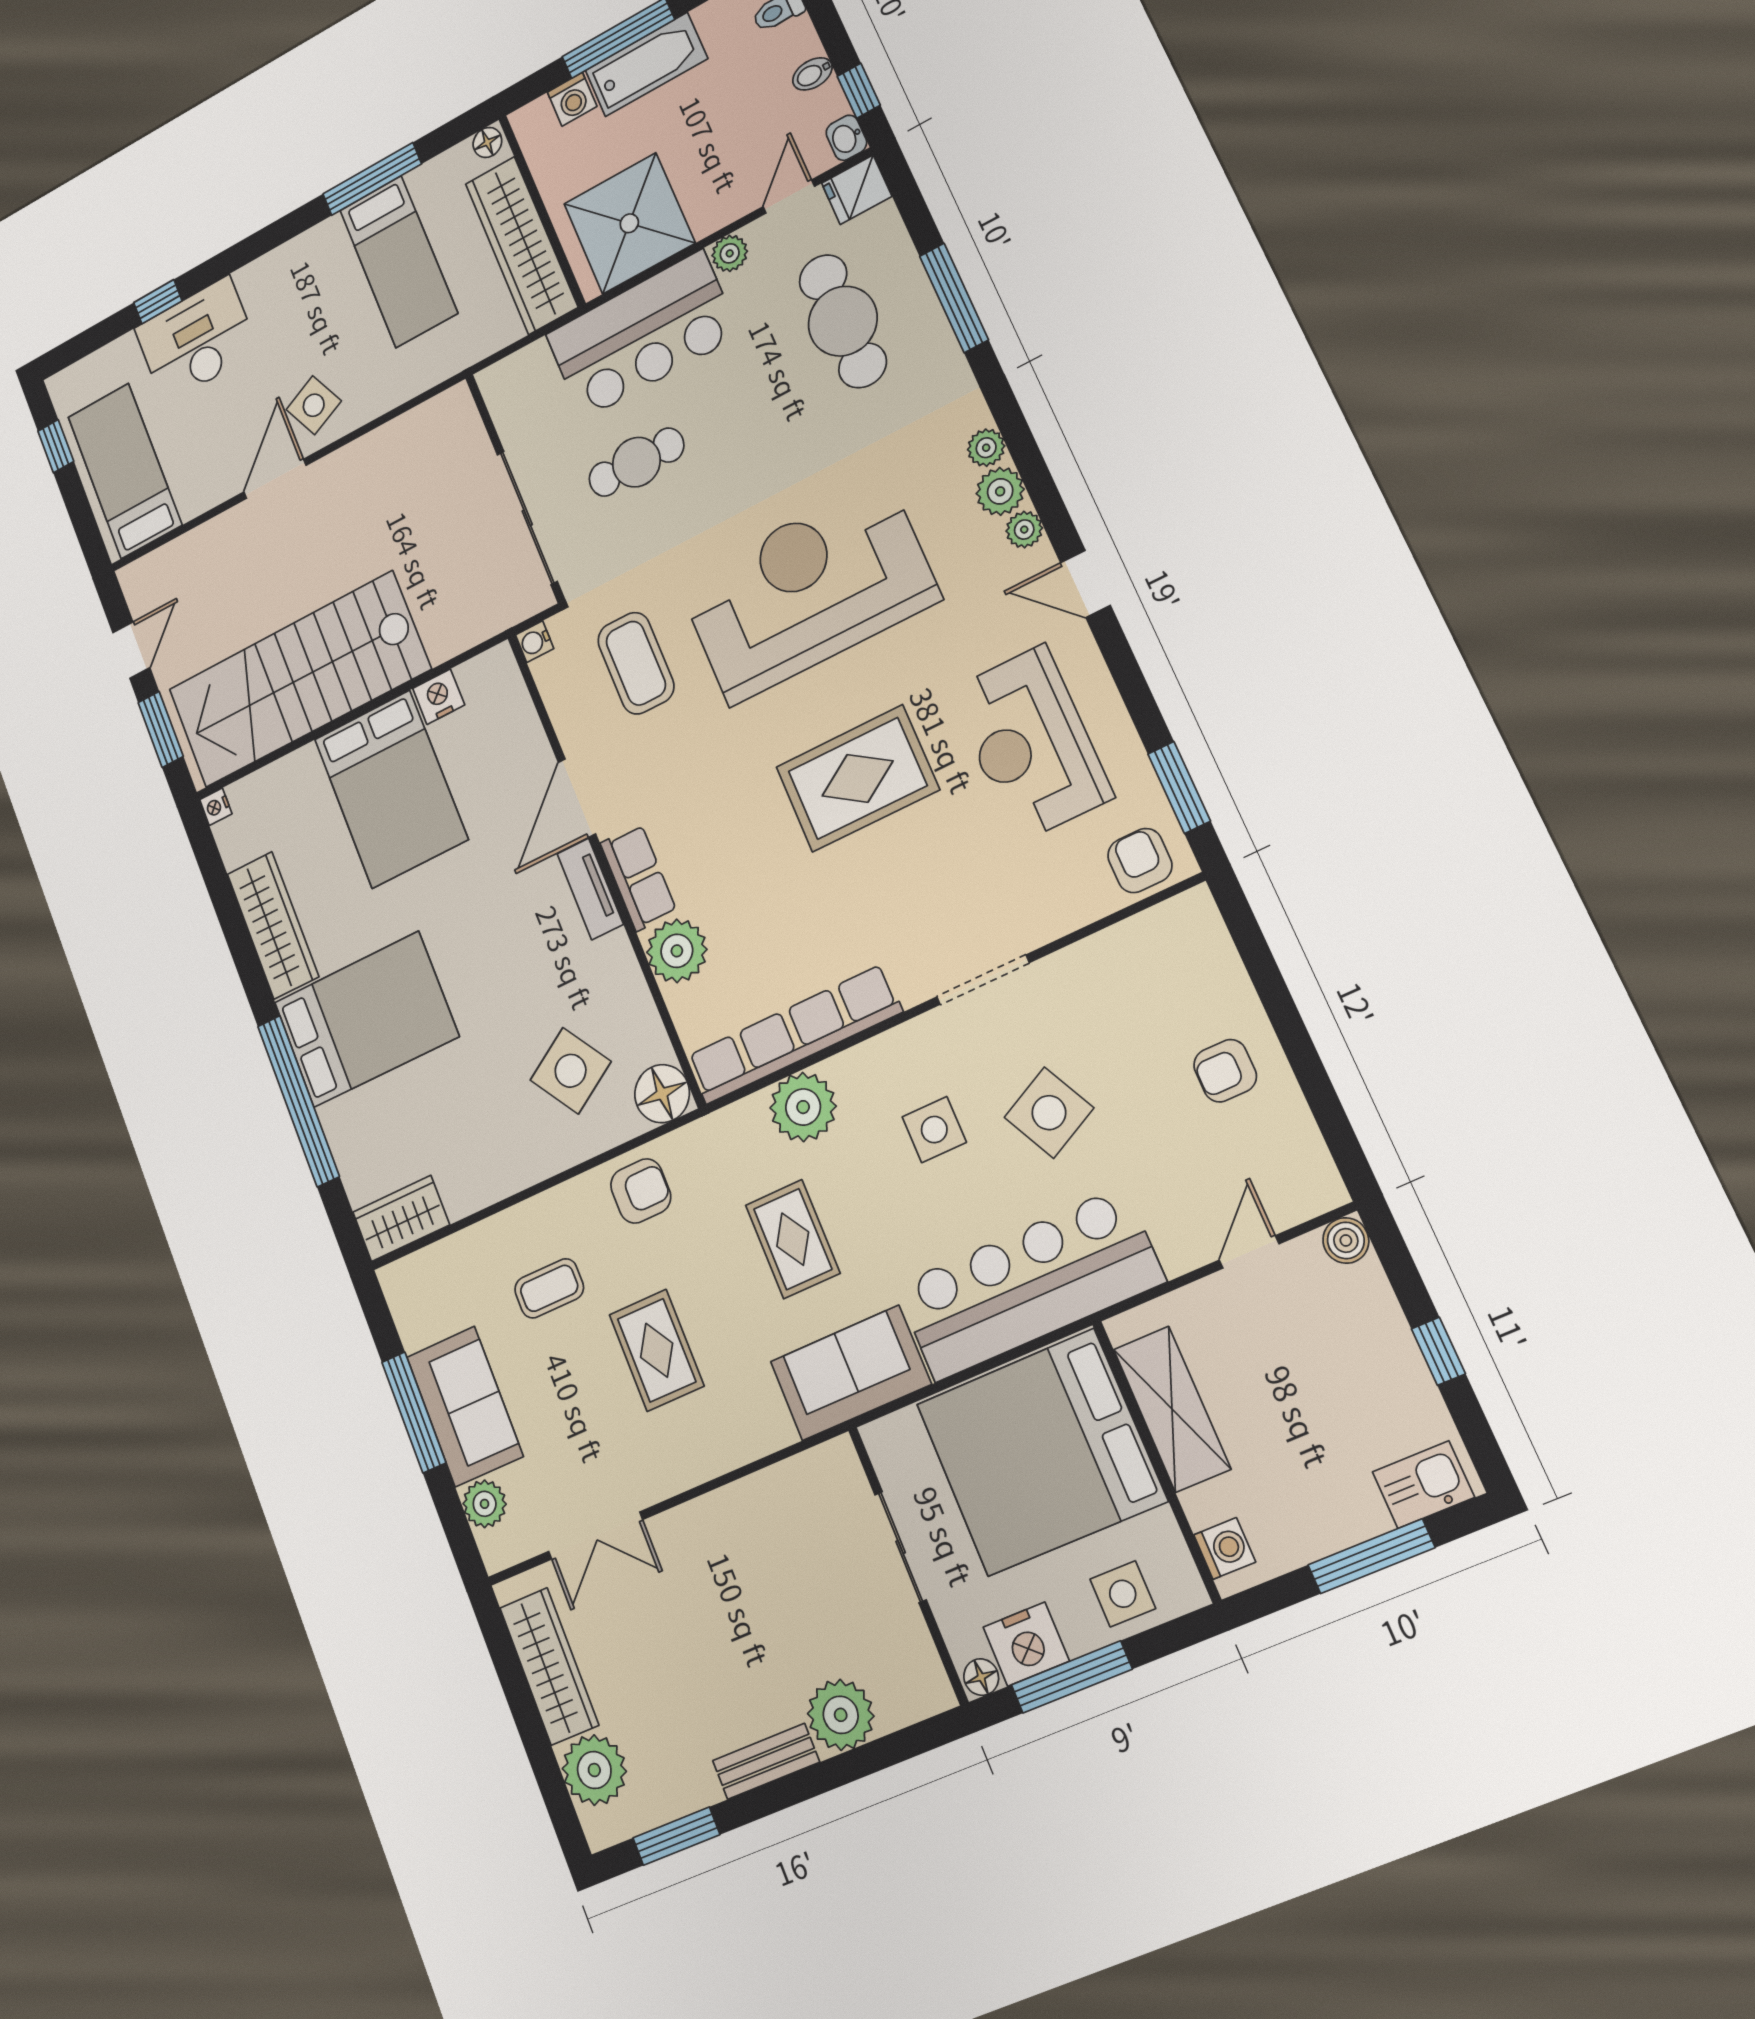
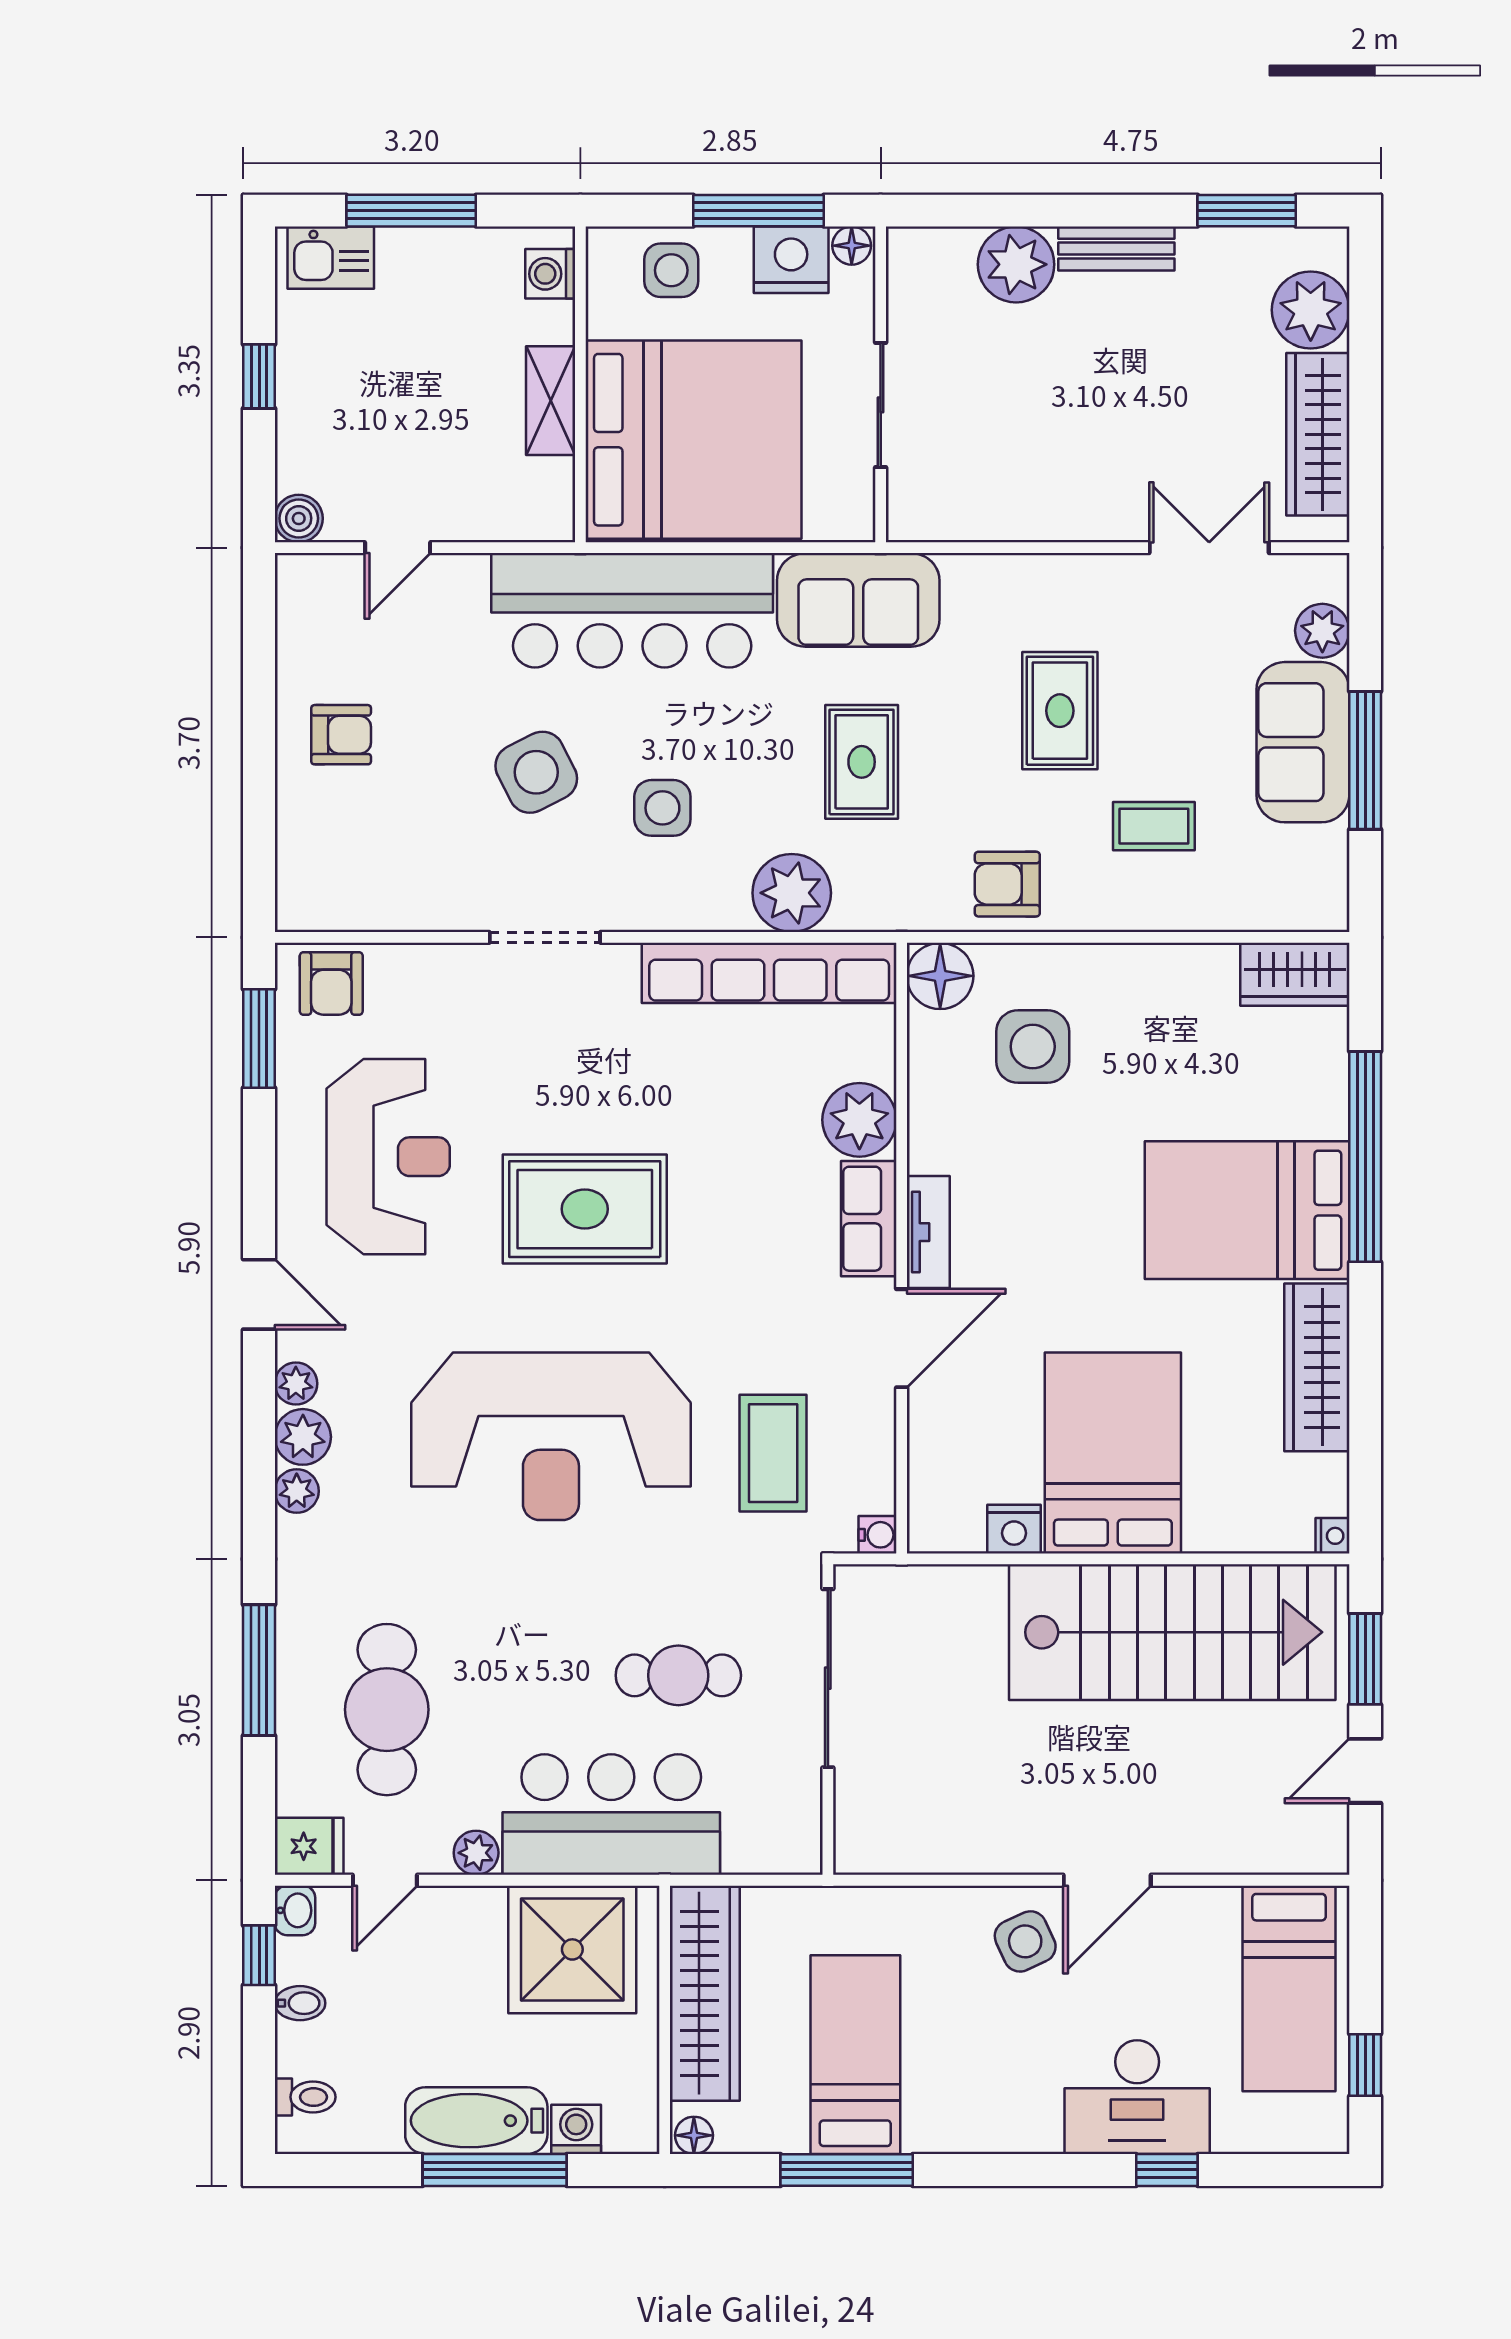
side table: (571, 1071) -> (1033, 1047), turned 33
shelving: (1172, 1409) -> (551, 401), width x0.67, depth x0.75

